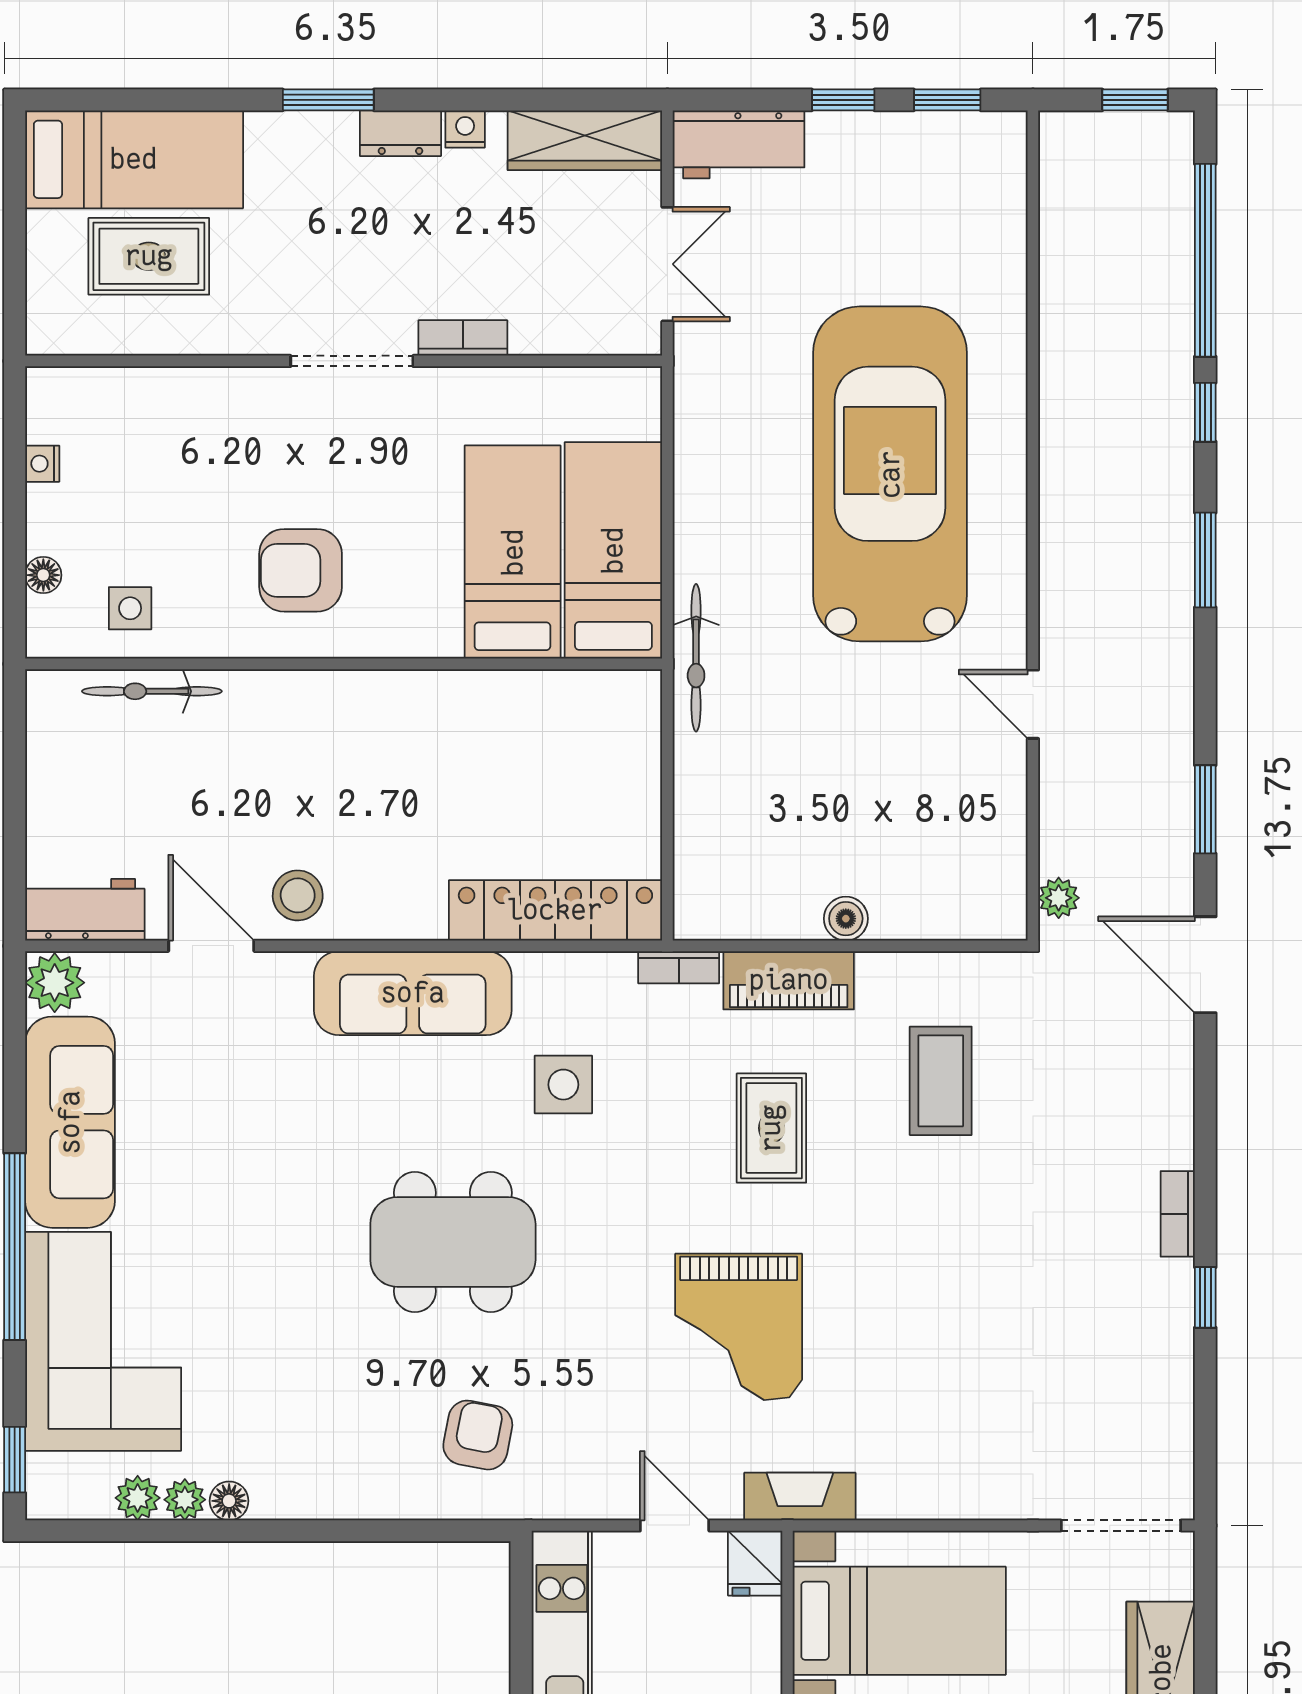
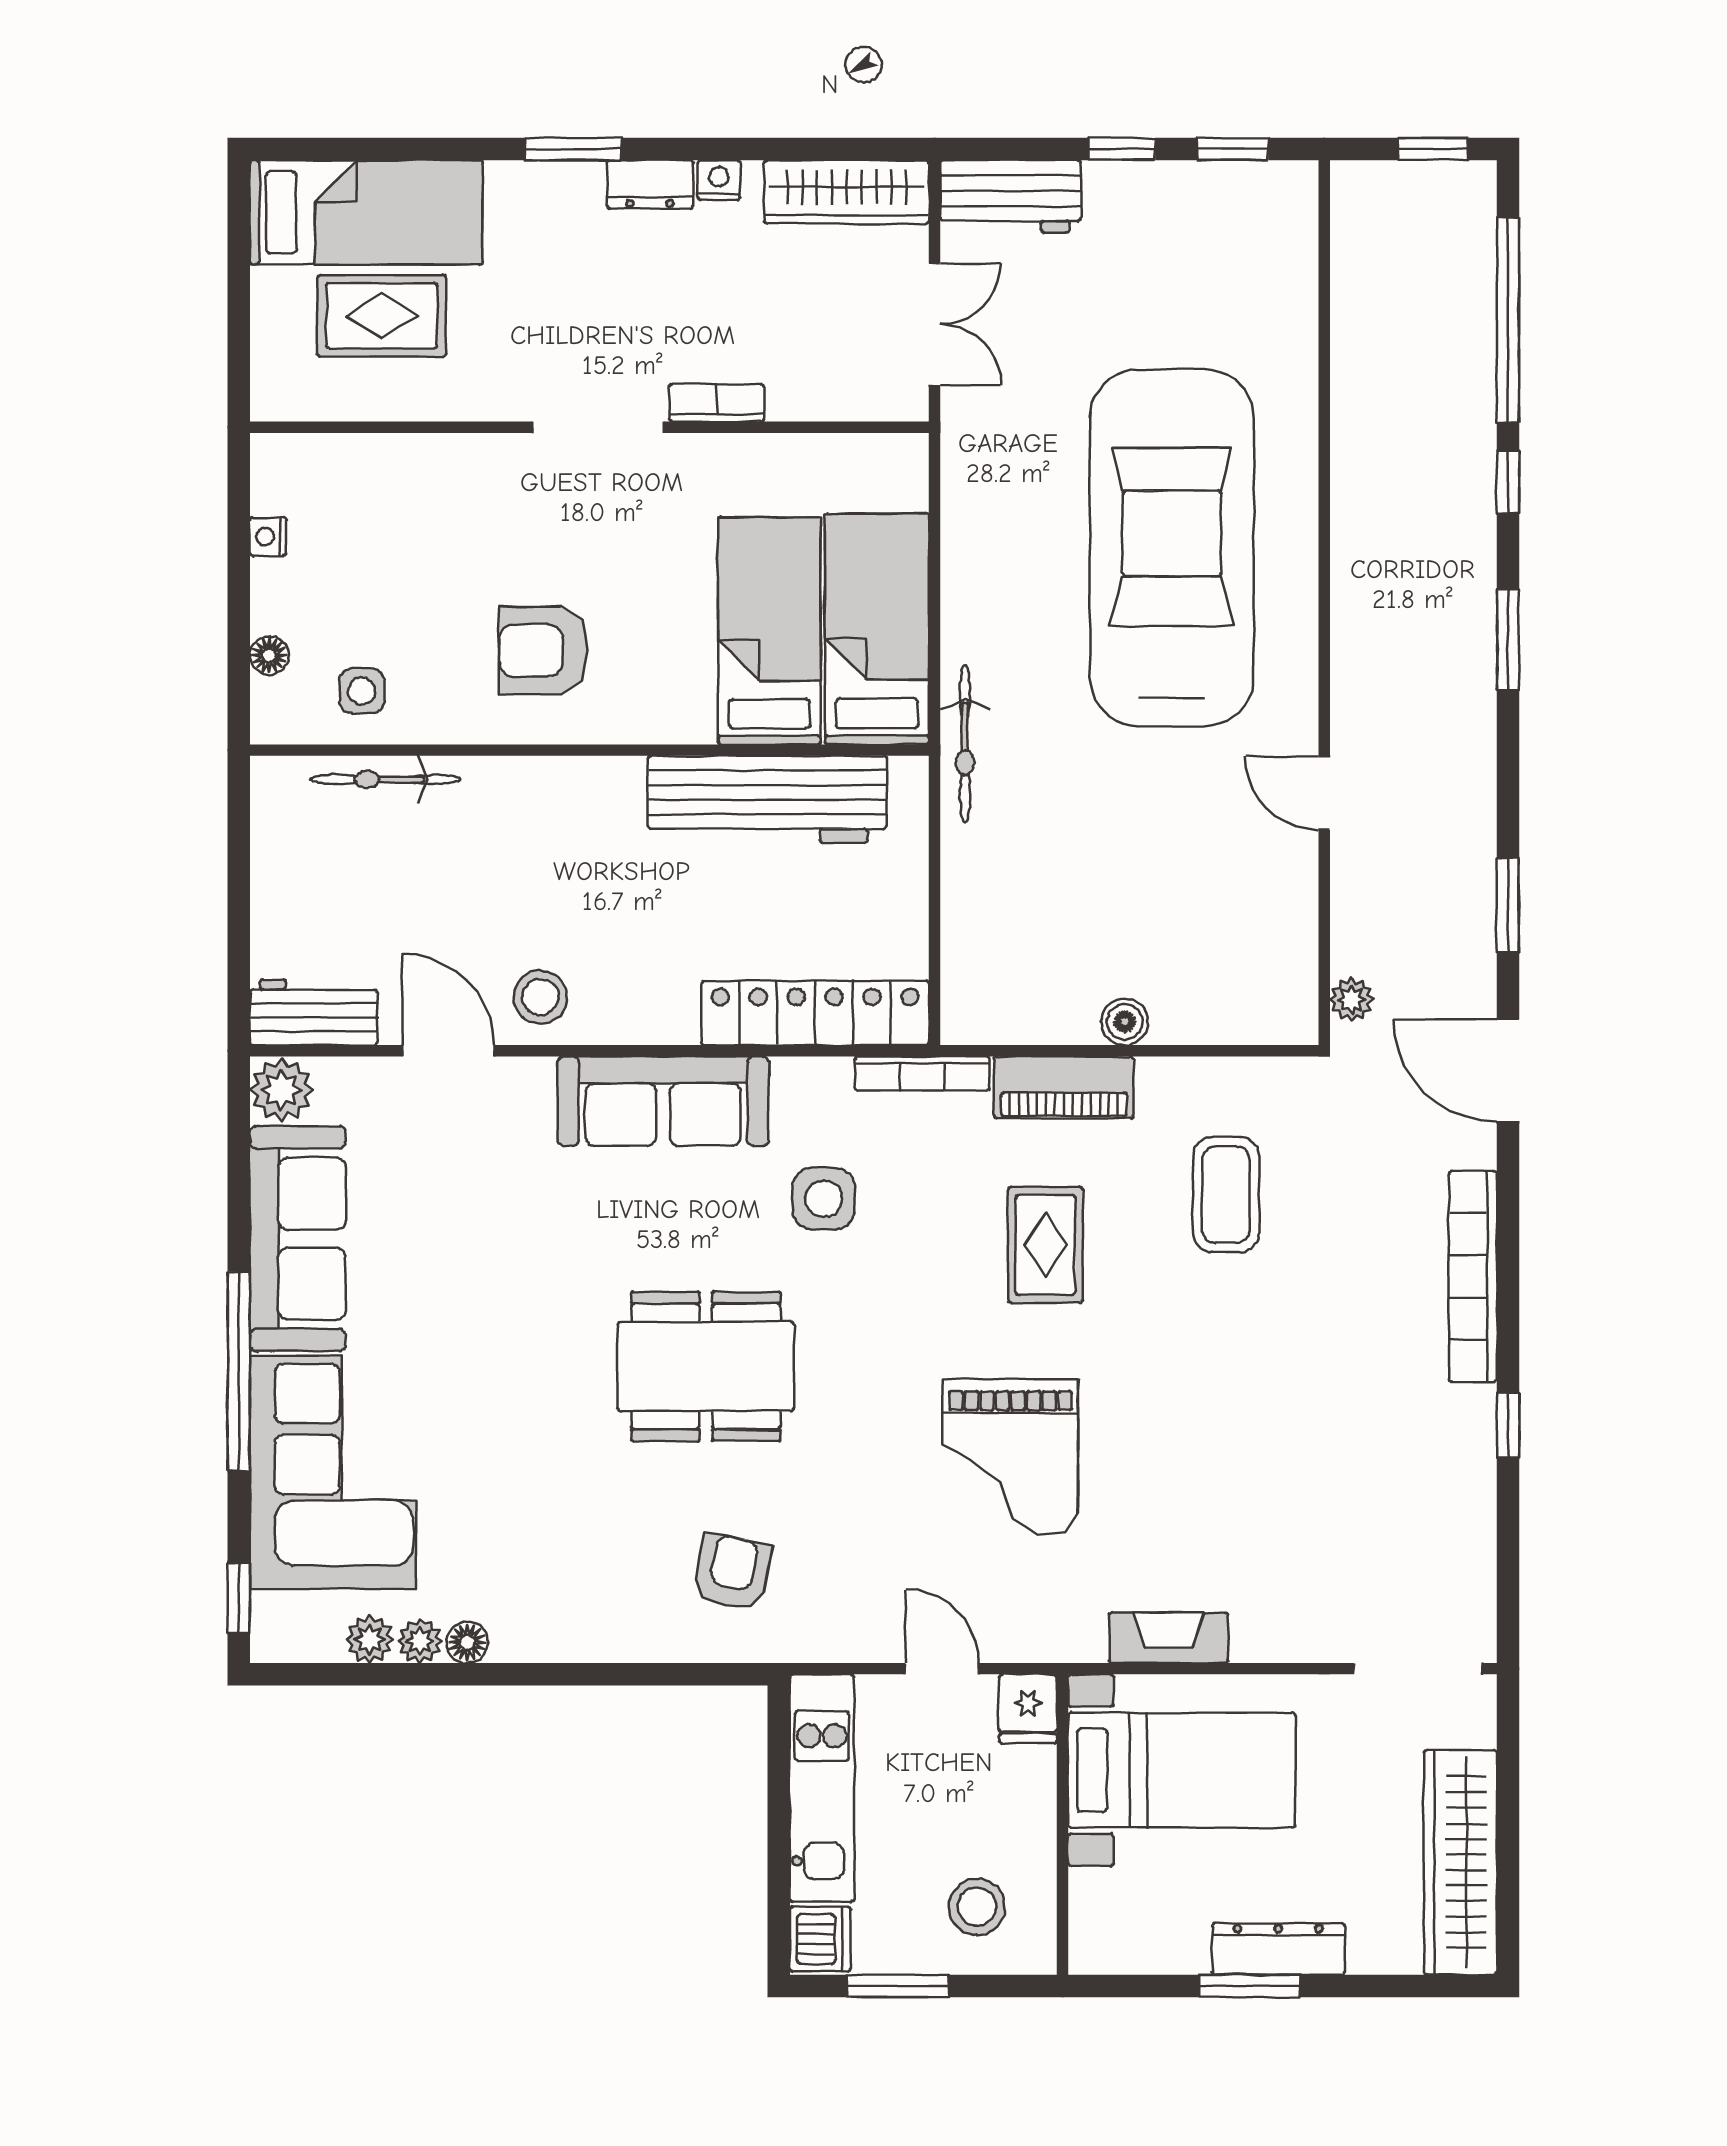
workbench: (510, 710) -> (767, 799), added
bookcase: (679, 967) -> (922, 1074), width x1.56
bookcase: (1178, 1214) -> (1473, 1277), width x2.31, depth x1.31
fireplace: (800, 1496) -> (1169, 1638), moved

